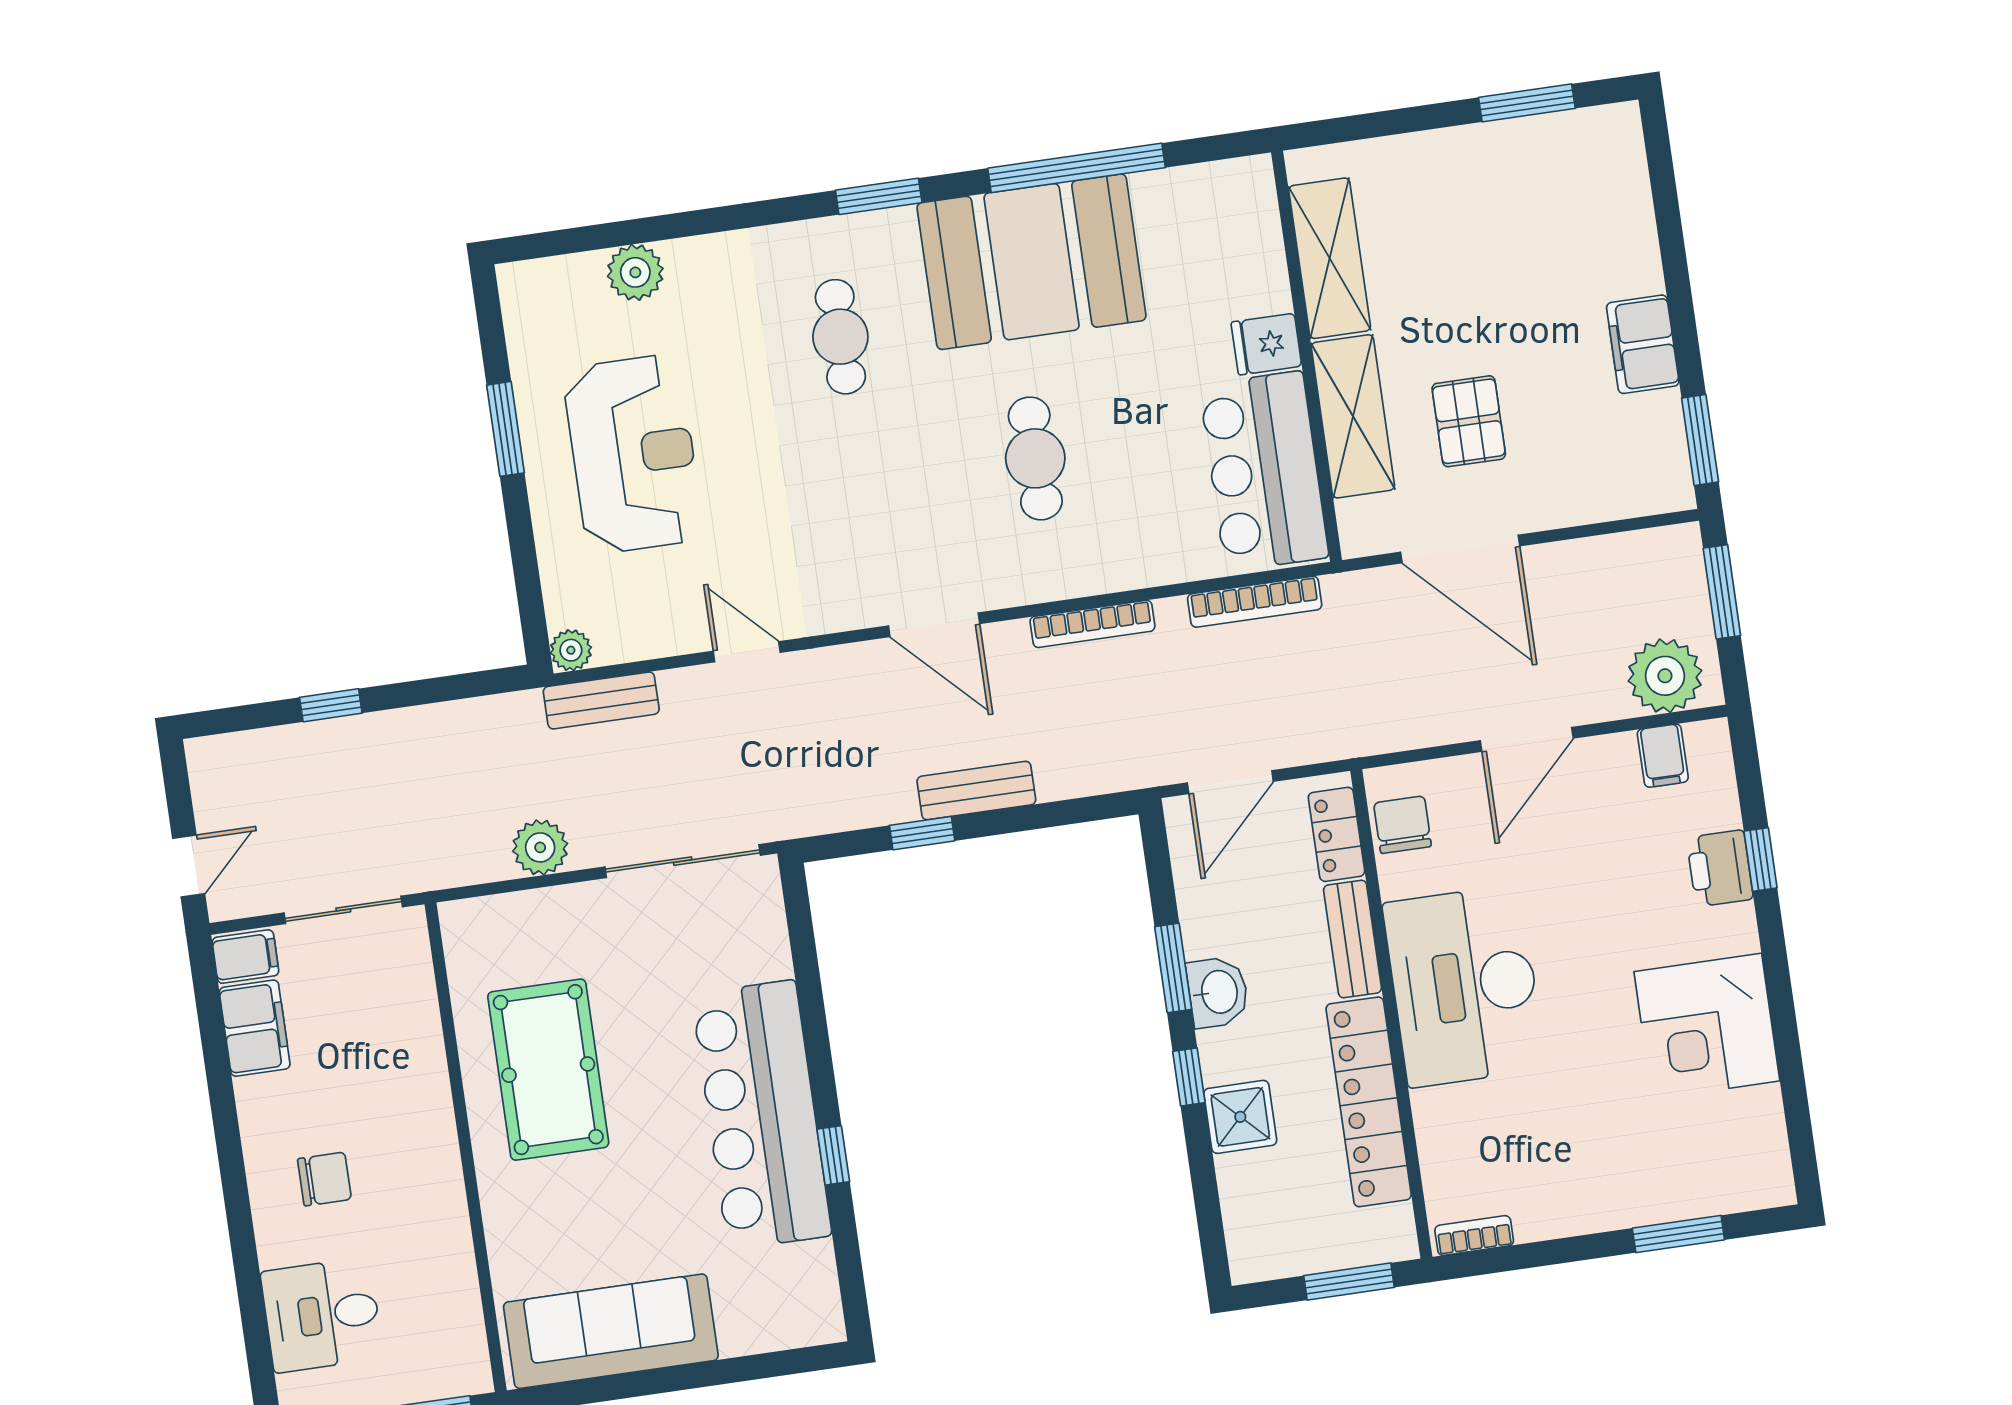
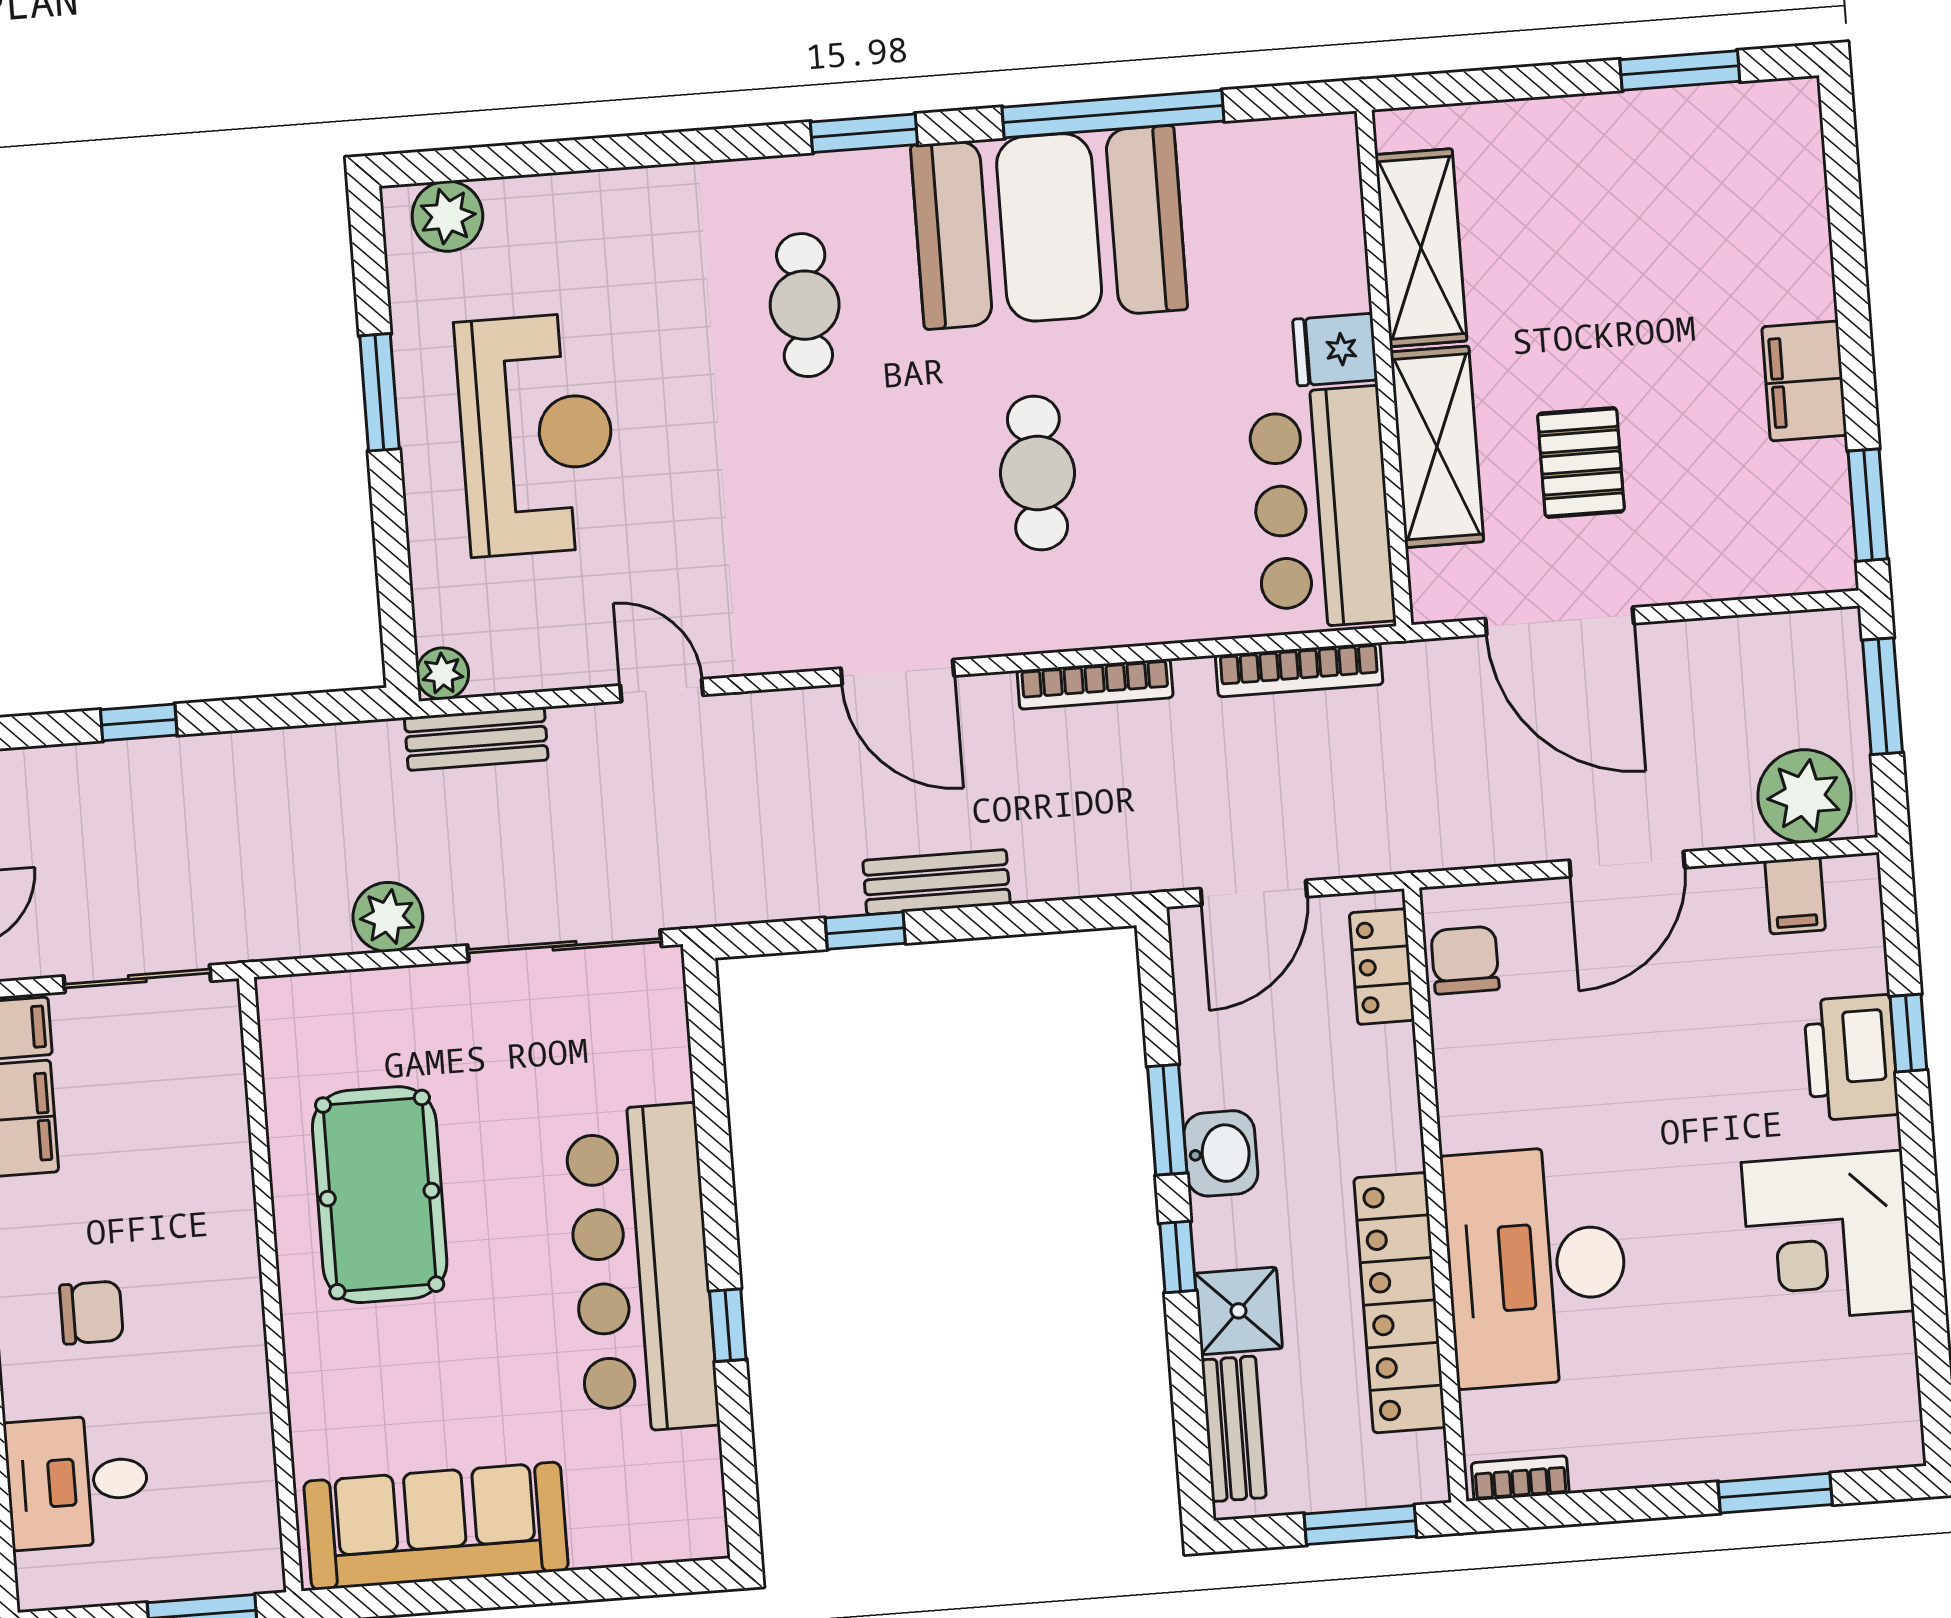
plant: (635, 272) -> (447, 216), moved
printer: (1720, 868) -> (1851, 1058), width x1.37, depth x1.19
bench: (1353, 939) -> (1234, 1429), moved
desk: (1464, 986) -> (1536, 1266), moved

